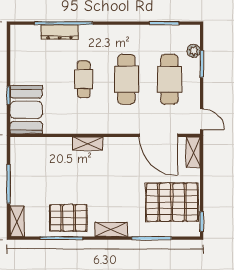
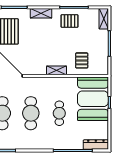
dresser: (60, 32) -> (96, 145), moved
booth: (26, 110) -> (93, 99), width x1.36, depth x1.42
pallet: (50, 159) -> (82, 60), added
pallet: (68, 218) -> (70, 21), width x0.67, depth x0.71

